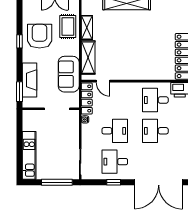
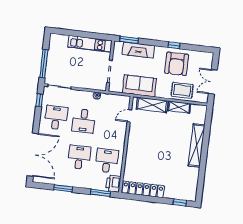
armchair: (40, 36) -> (177, 64), turned 90
locker: (87, 99) -> (116, 99), removed
kitchen unit: (29, 155) -> (90, 44), moved
window: (114, 182) -> (39, 100), moved
double door: (159, 182) -> (33, 155), swing flipped

